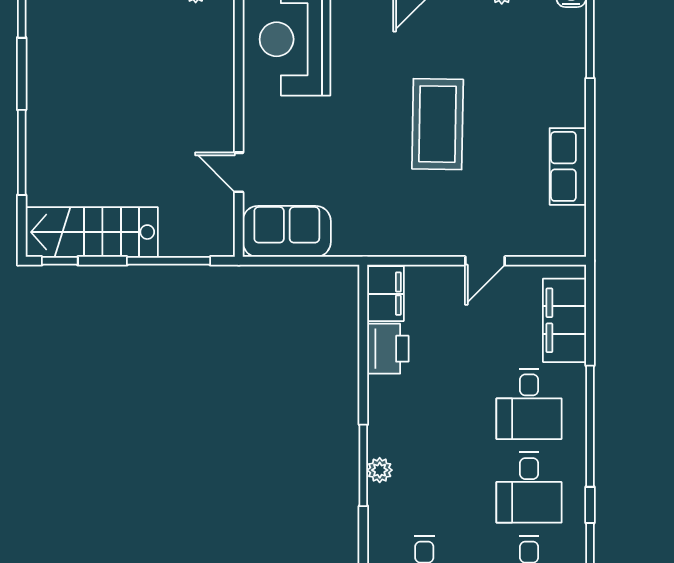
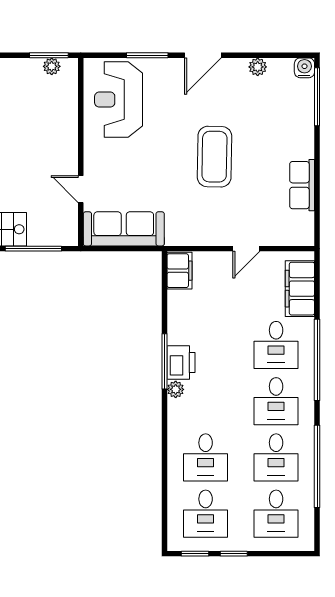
sofa: (287, 231) -> (124, 229), width x1.36
printer: (388, 349) -> (181, 362), moved
window: (363, 465) -> (165, 361), moved

